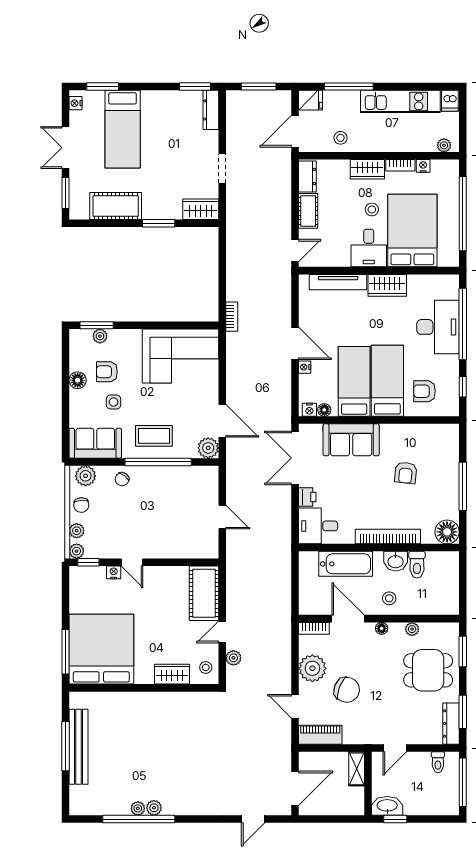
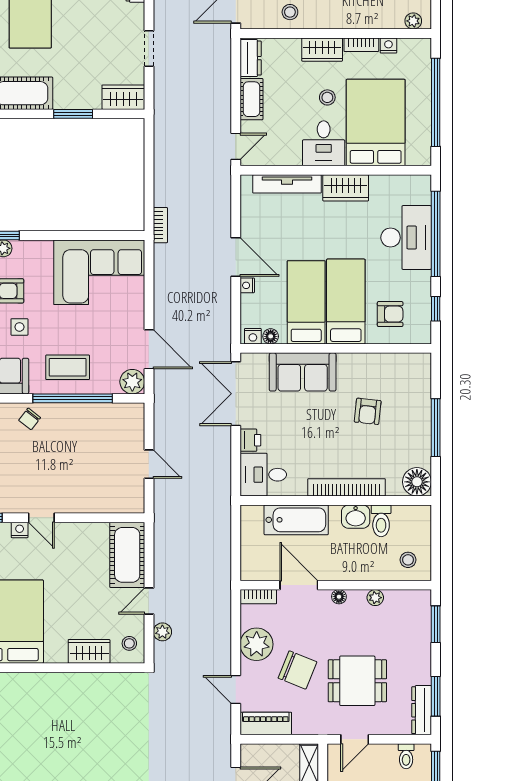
armchair: (425, 391) -> (390, 314), turned 180
stool: (389, 598) -> (408, 560), moved
dining table: (428, 670) -> (357, 681), moved

